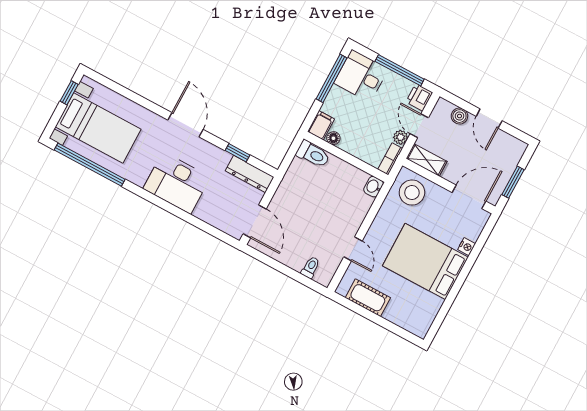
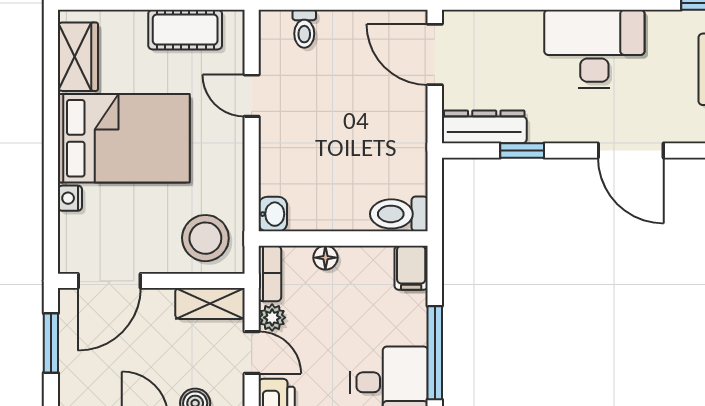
floor lamp: (333, 138) -> (325, 258), moved
wardrobe: (426, 312) -> (78, 57), added

